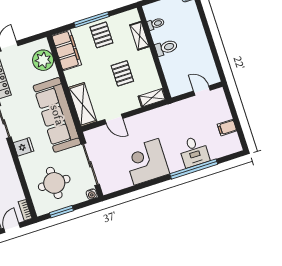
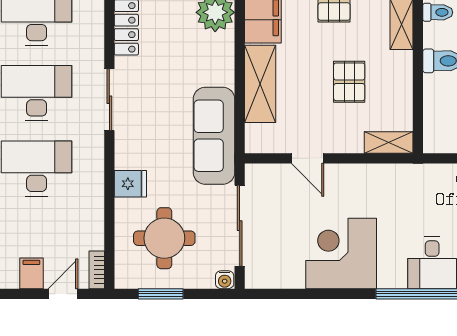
shelving: (83, 105) -> (260, 84), moved
sofa: (57, 115) -> (214, 136), width x0.74, depth x0.79
fridge: (24, 147) -> (130, 184), moved

